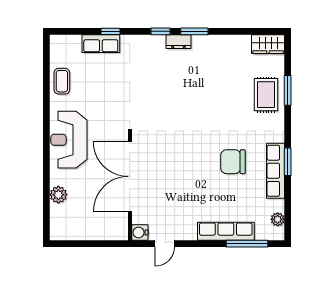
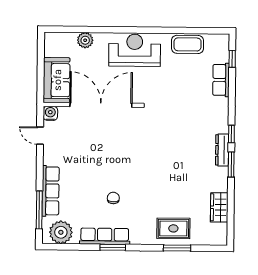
window: (111, 31) -> (232, 59), moved
dresser: (178, 42) -> (222, 150), width x1.44
wardrobe: (268, 44) -> (219, 207), moved
coffee table: (62, 81) -> (188, 44), width x1.36, depth x1.30
chair: (233, 162) -> (113, 198), width x0.54, depth x0.54
plant: (278, 219) -> (61, 232), width x1.87, depth x1.87
sofa: (103, 226) -> (57, 80), added

